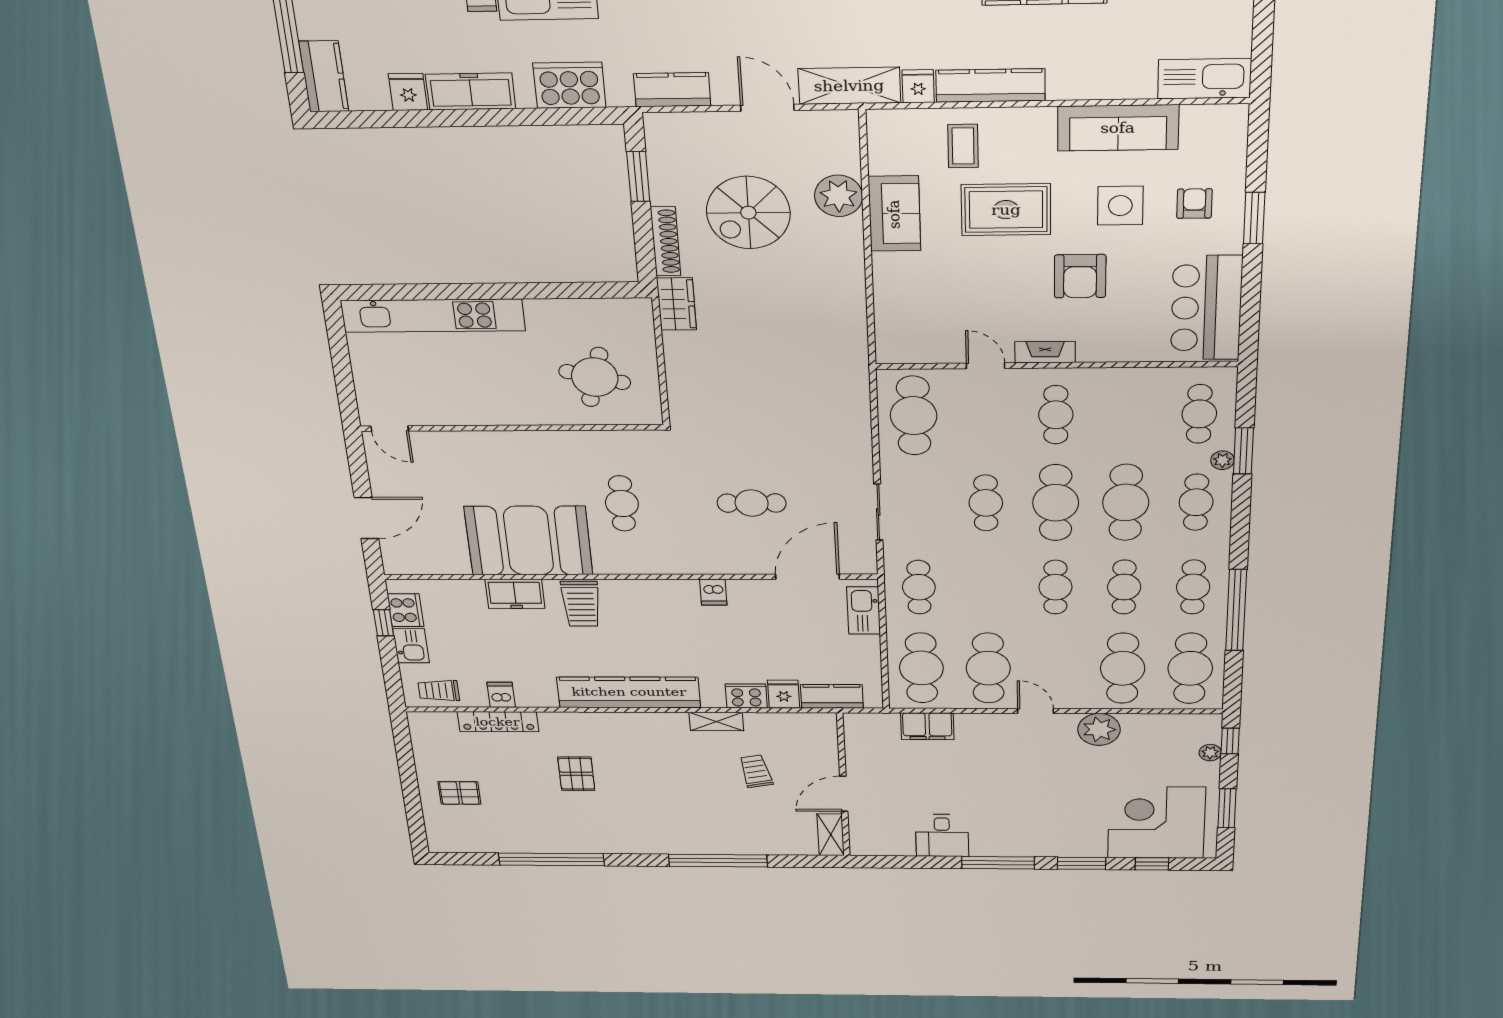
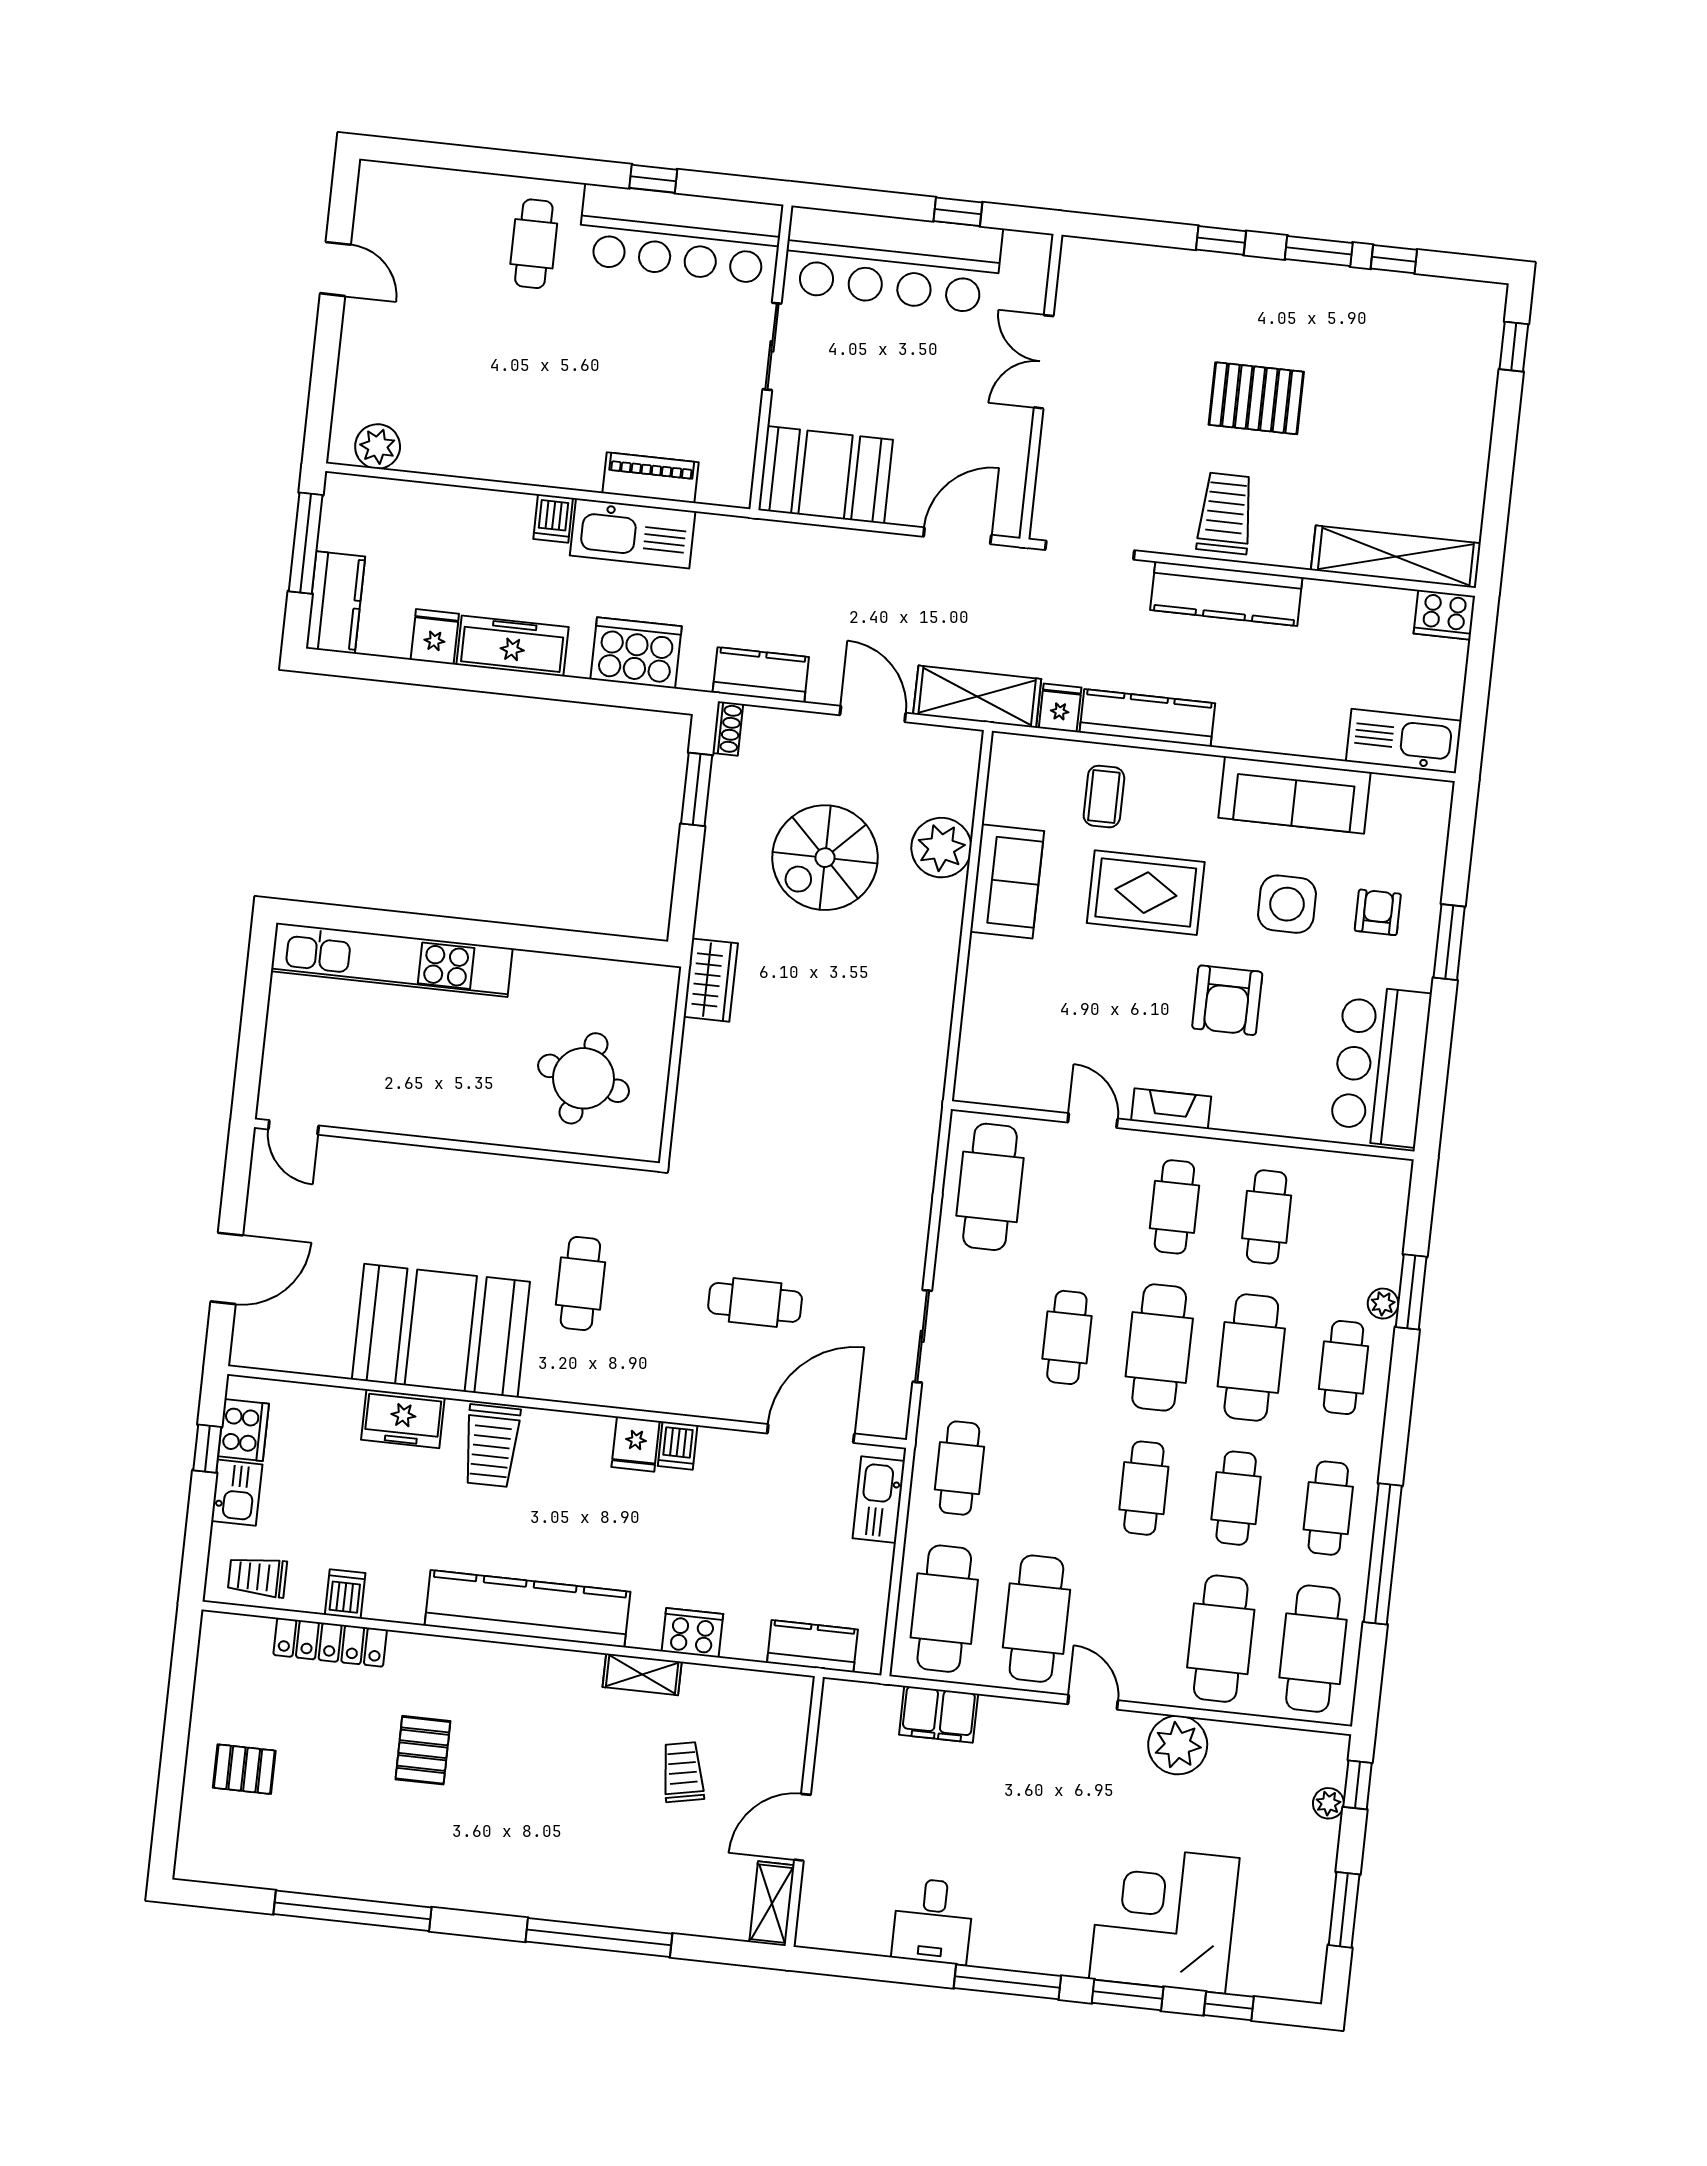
shoe rack: (666, 241) -> (728, 729), moved, width x0.51, depth x0.81
cafe table: (1199, 414) -> (1267, 1217), moved
fridge: (784, 694) -> (636, 1444), moved, turned 180
corner desk: (1156, 823) -> (1164, 1918), moved

